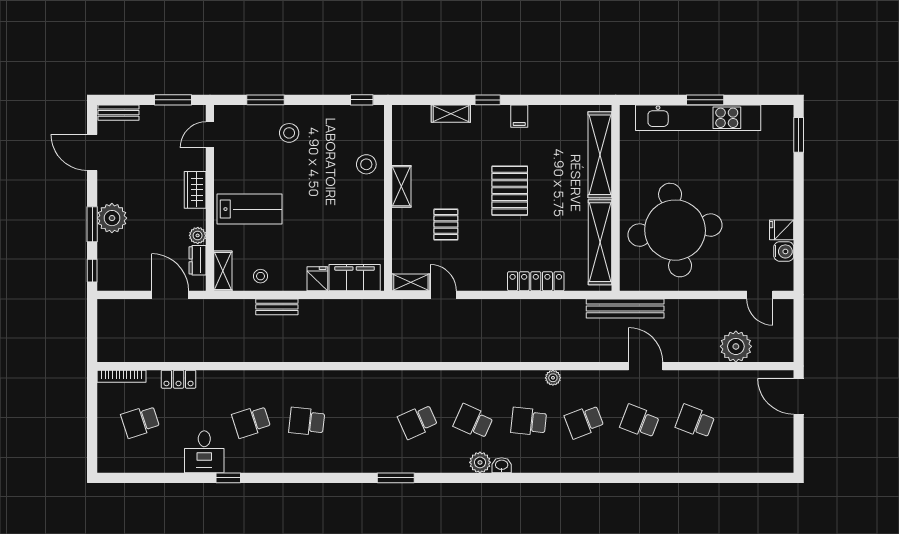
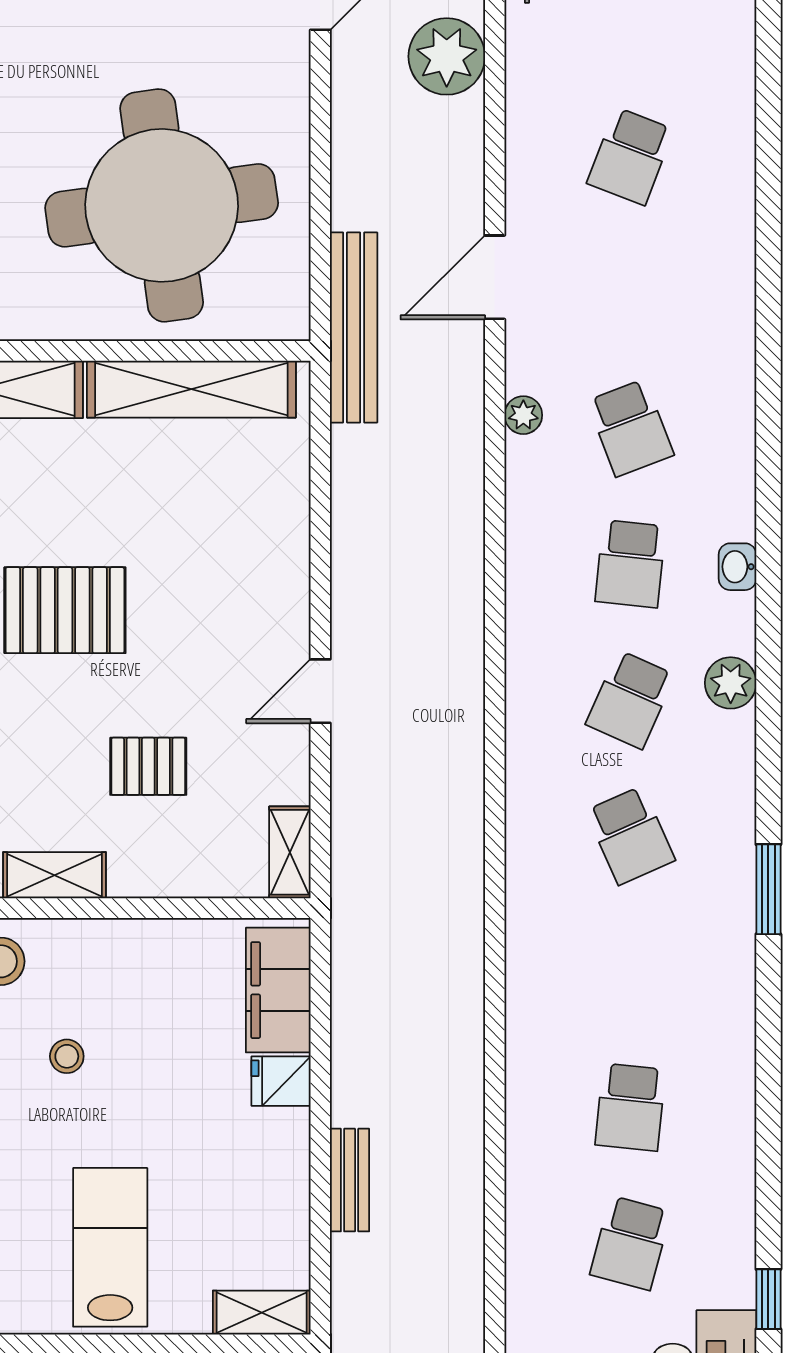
stool: (260, 276) -> (67, 1056), moved
locker: (536, 281) -> (287, 546), removed
door: (443, 295) -> (320, 691), moved
plant: (553, 378) -> (523, 415), moved
school desk: (251, 421) -> (630, 1243), turned 33
school desk: (640, 421) -> (630, 292), removed
washbasin: (502, 465) -> (738, 567), moved

